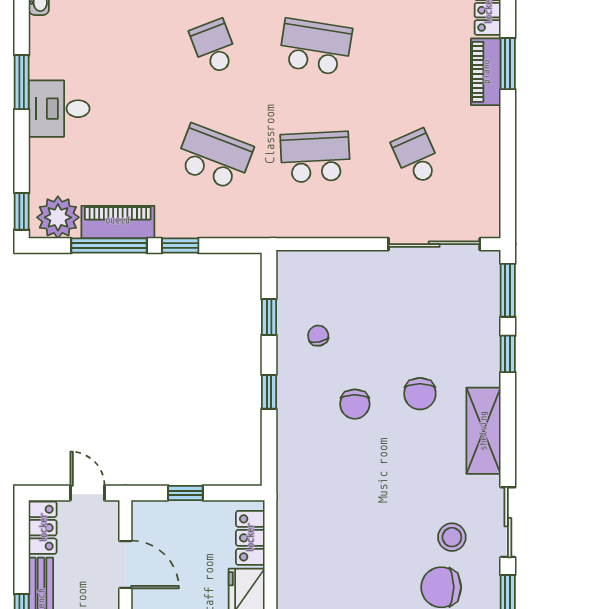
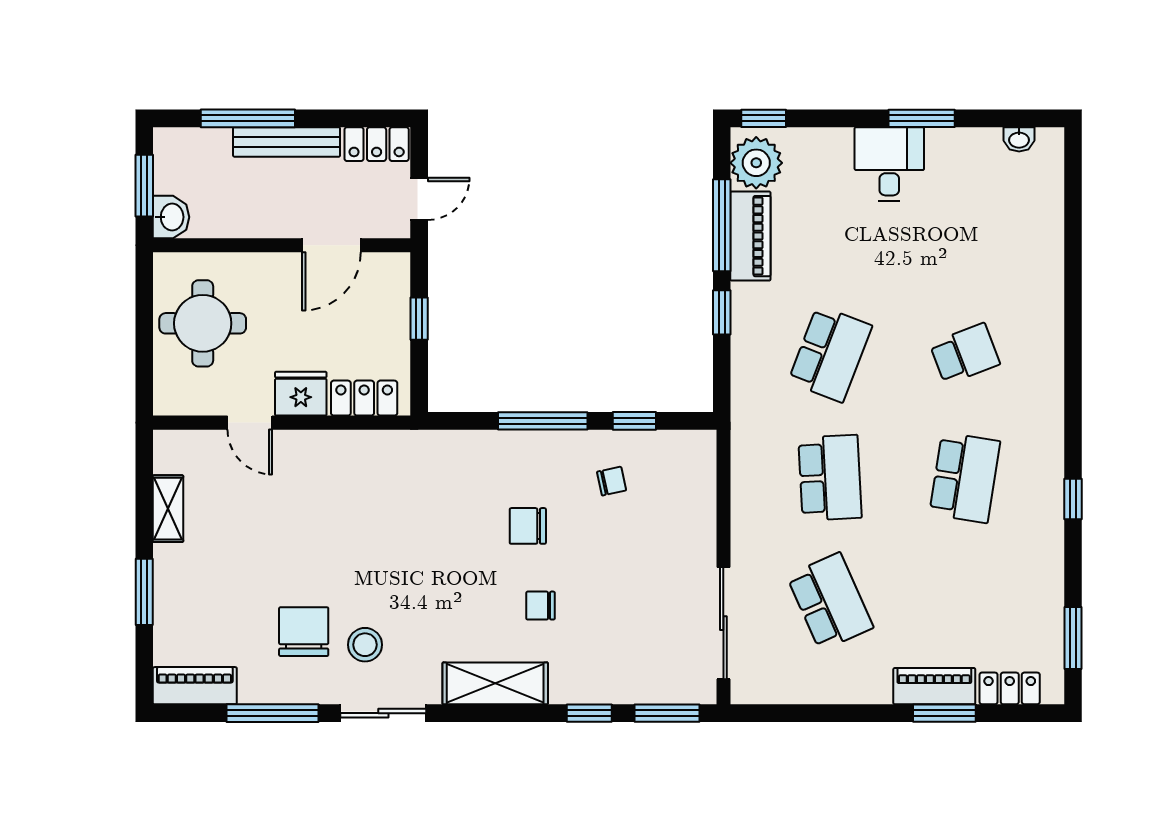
school desk: (417, 157) -> (830, 602), width x1.85
window: (269, 392) -> (543, 421), width x2.17
chair: (420, 394) -> (541, 606), width x0.73, depth x0.73

